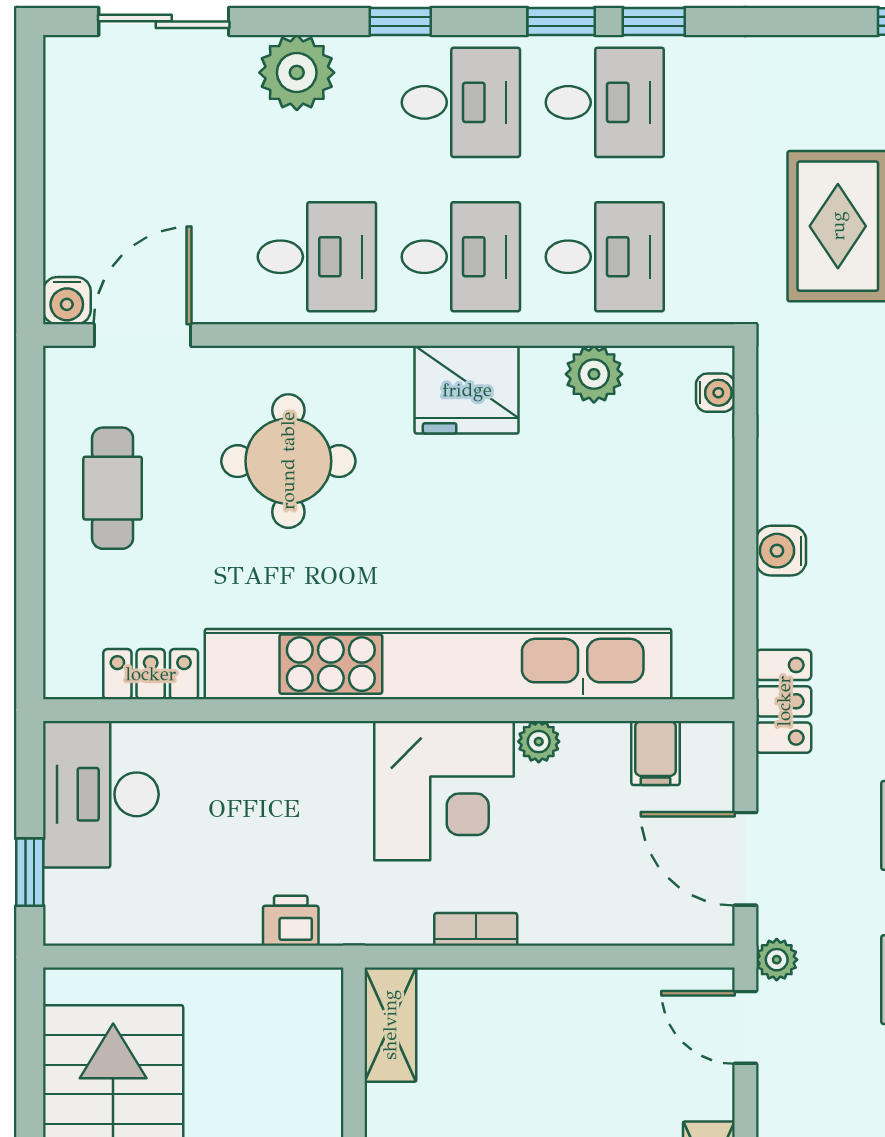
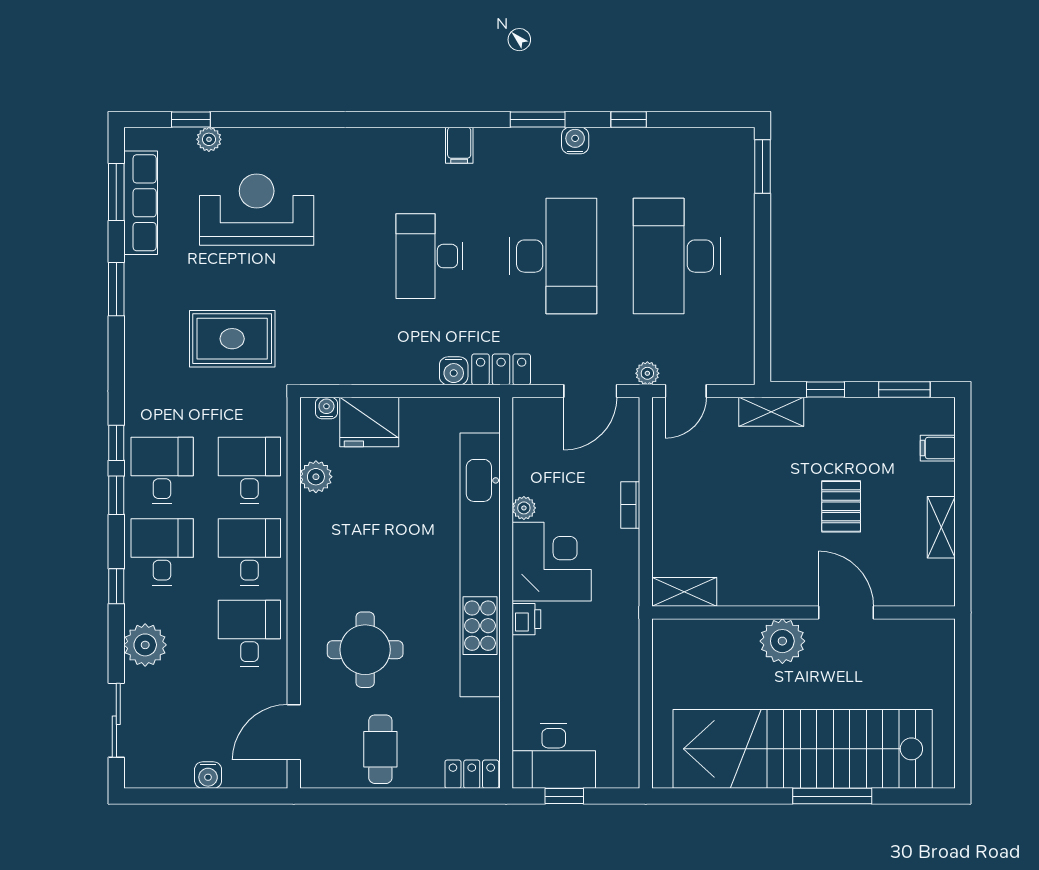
water cooler: (67, 301) -> (208, 775), moved, turned 90
door: (143, 335) -> (294, 732), hinge flipped
fridge: (467, 390) -> (369, 422), moved, turned 90
cafe table: (113, 488) -> (380, 749), turned 90
water cooler: (781, 551) -> (454, 371), moved
locker: (151, 674) -> (472, 774), moved, turned 90
filing cabinet: (656, 753) -> (530, 442), removed
window: (30, 872) -> (564, 796), moved
printer: (291, 921) -> (526, 619), moved, turned 180
bookcase: (476, 929) -> (630, 505), moved

